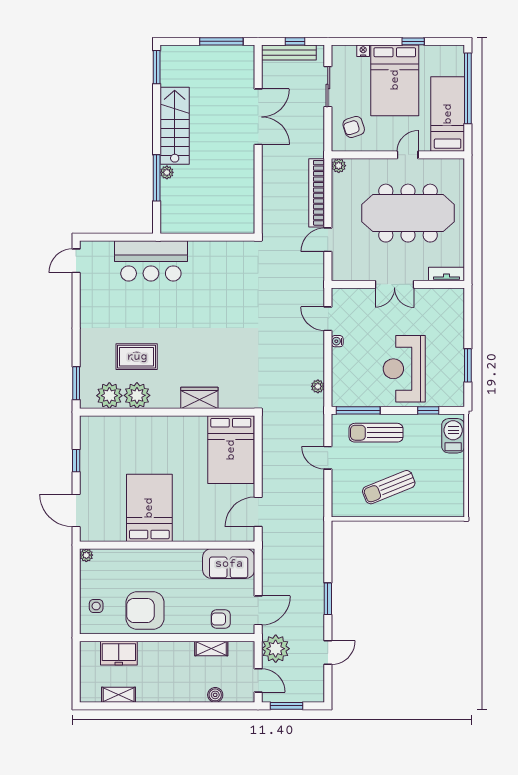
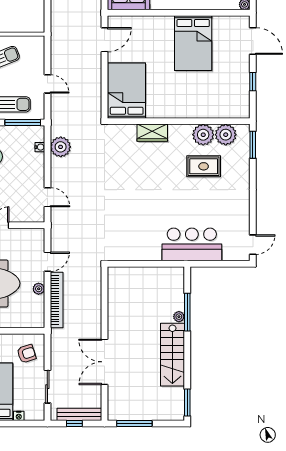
plant: (339, 166) -> (39, 289), moved
water cooler: (337, 341) -> (40, 147), moved
plant: (318, 386) -> (61, 147), width x1.87, depth x1.87

